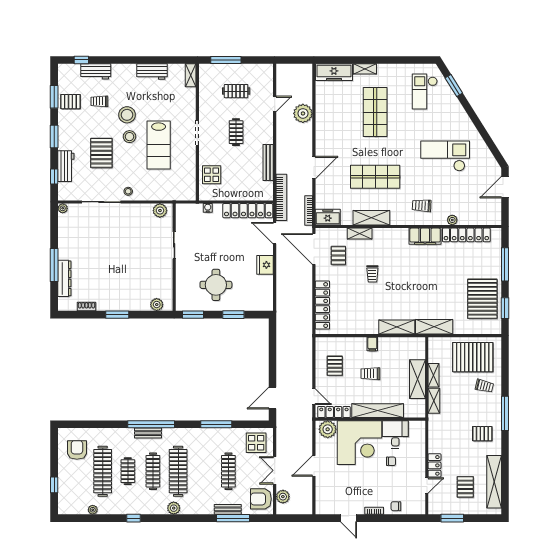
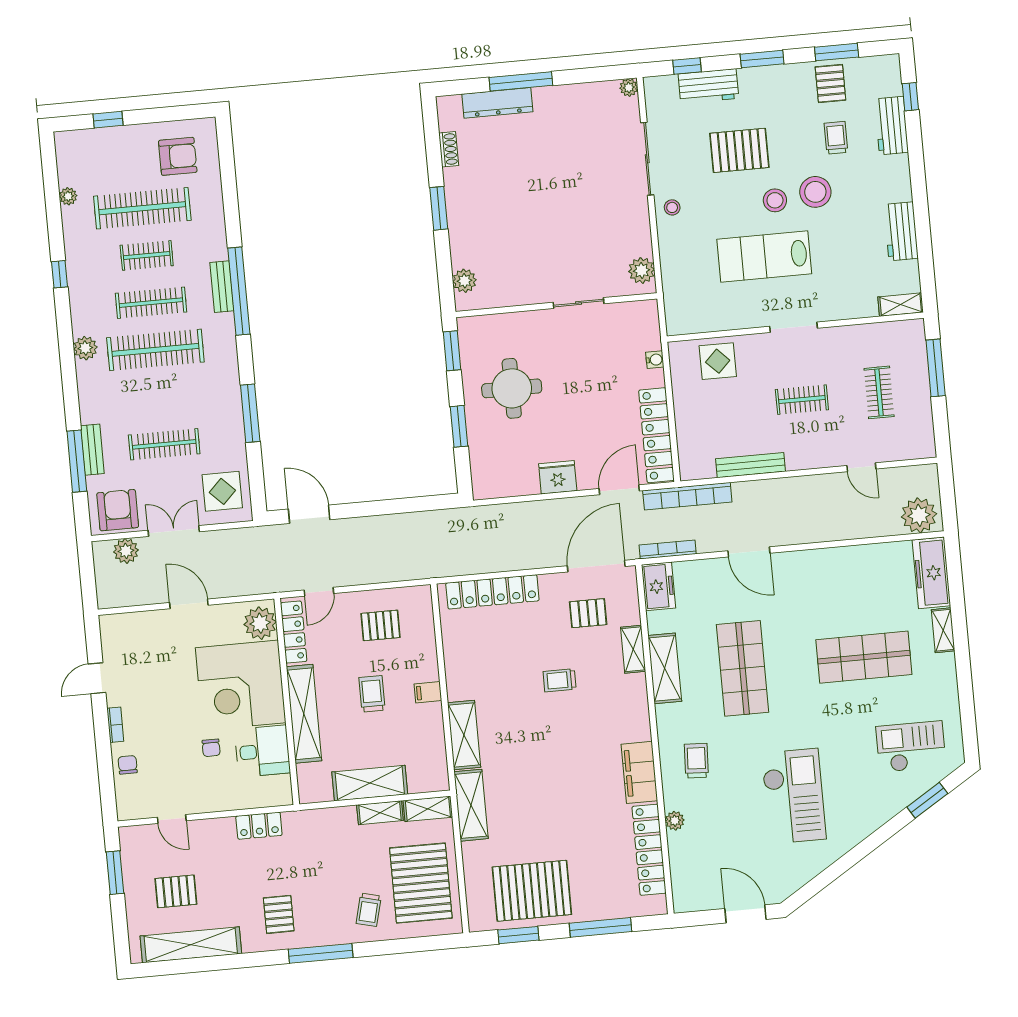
plant: (303, 113) -> (919, 515), moved
shelving: (434, 401) -> (428, 809), moved
locker: (435, 465) -> (259, 826), moved

